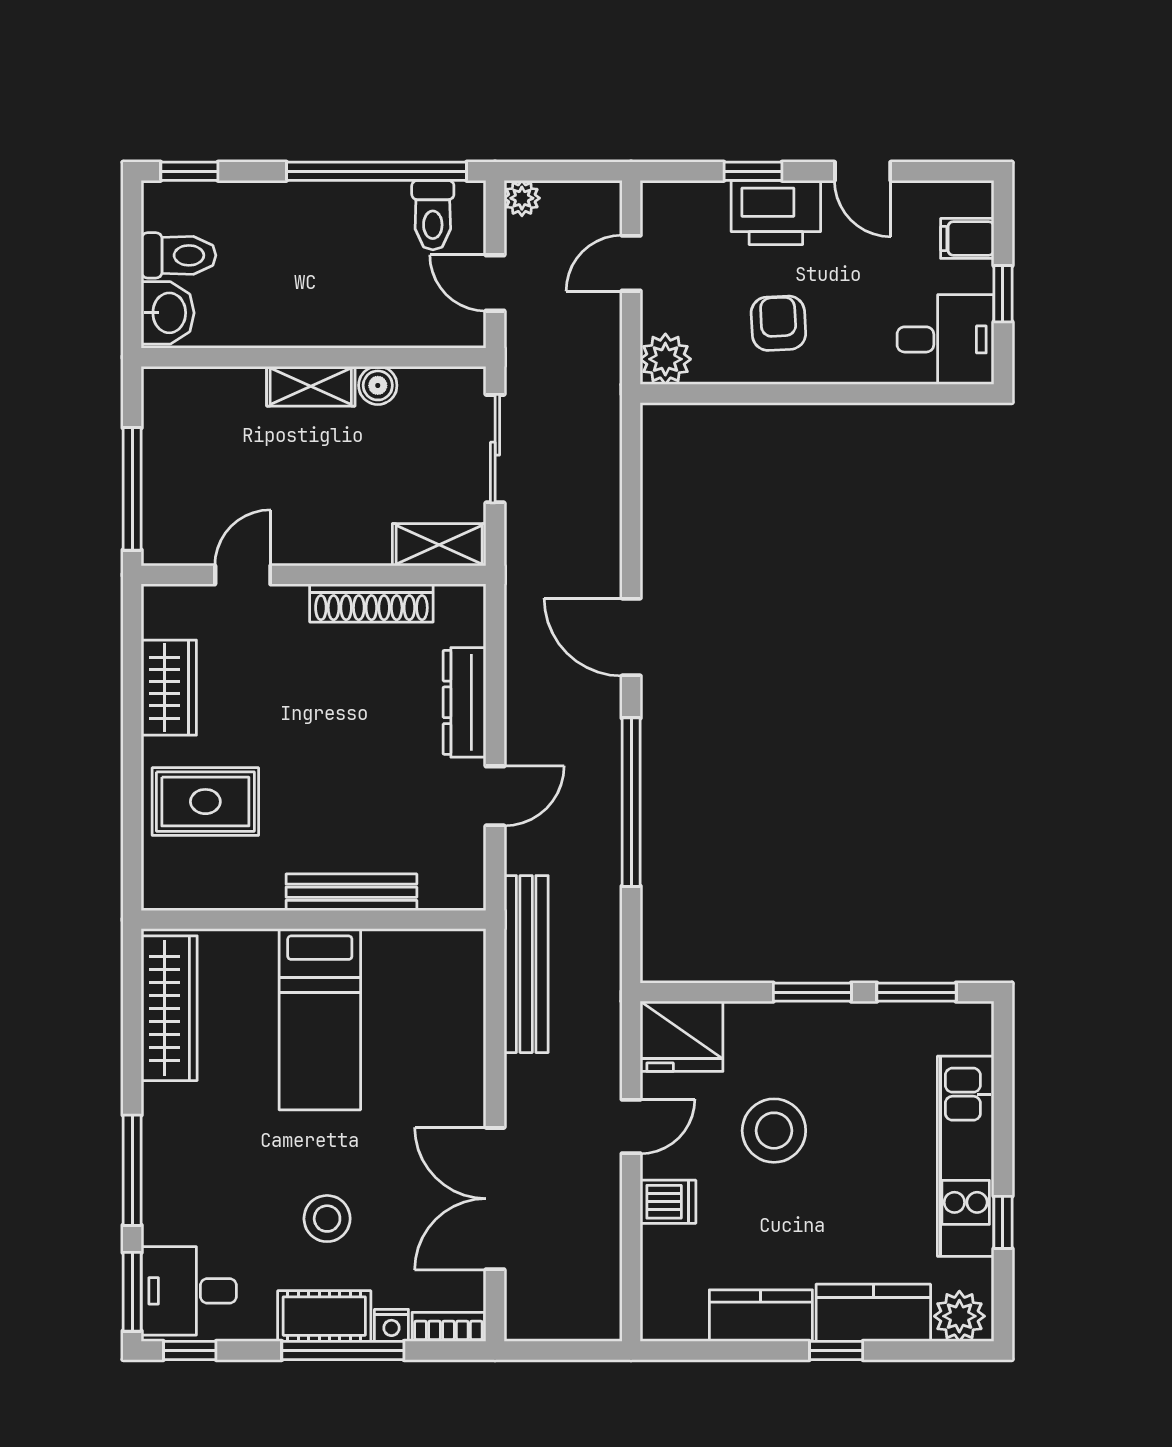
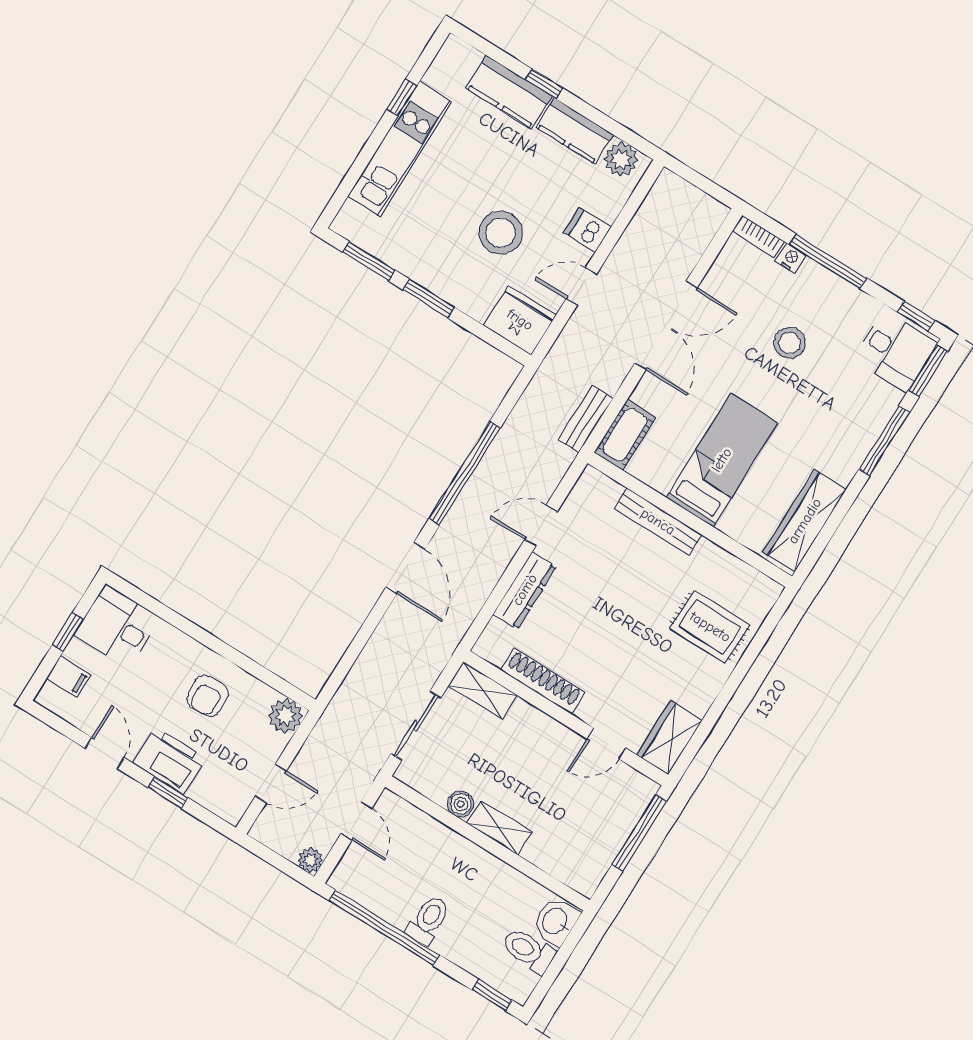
toilet: (433, 215) -> (428, 920), moved
wardrobe: (169, 688) -> (669, 738), moved
bench: (526, 964) -> (586, 419), width x0.54, depth x0.82
double door: (495, 1199) -> (666, 325), moved
cot: (324, 1316) -> (625, 435), moved, turned 90
plant: (959, 1316) -> (621, 160), moved

